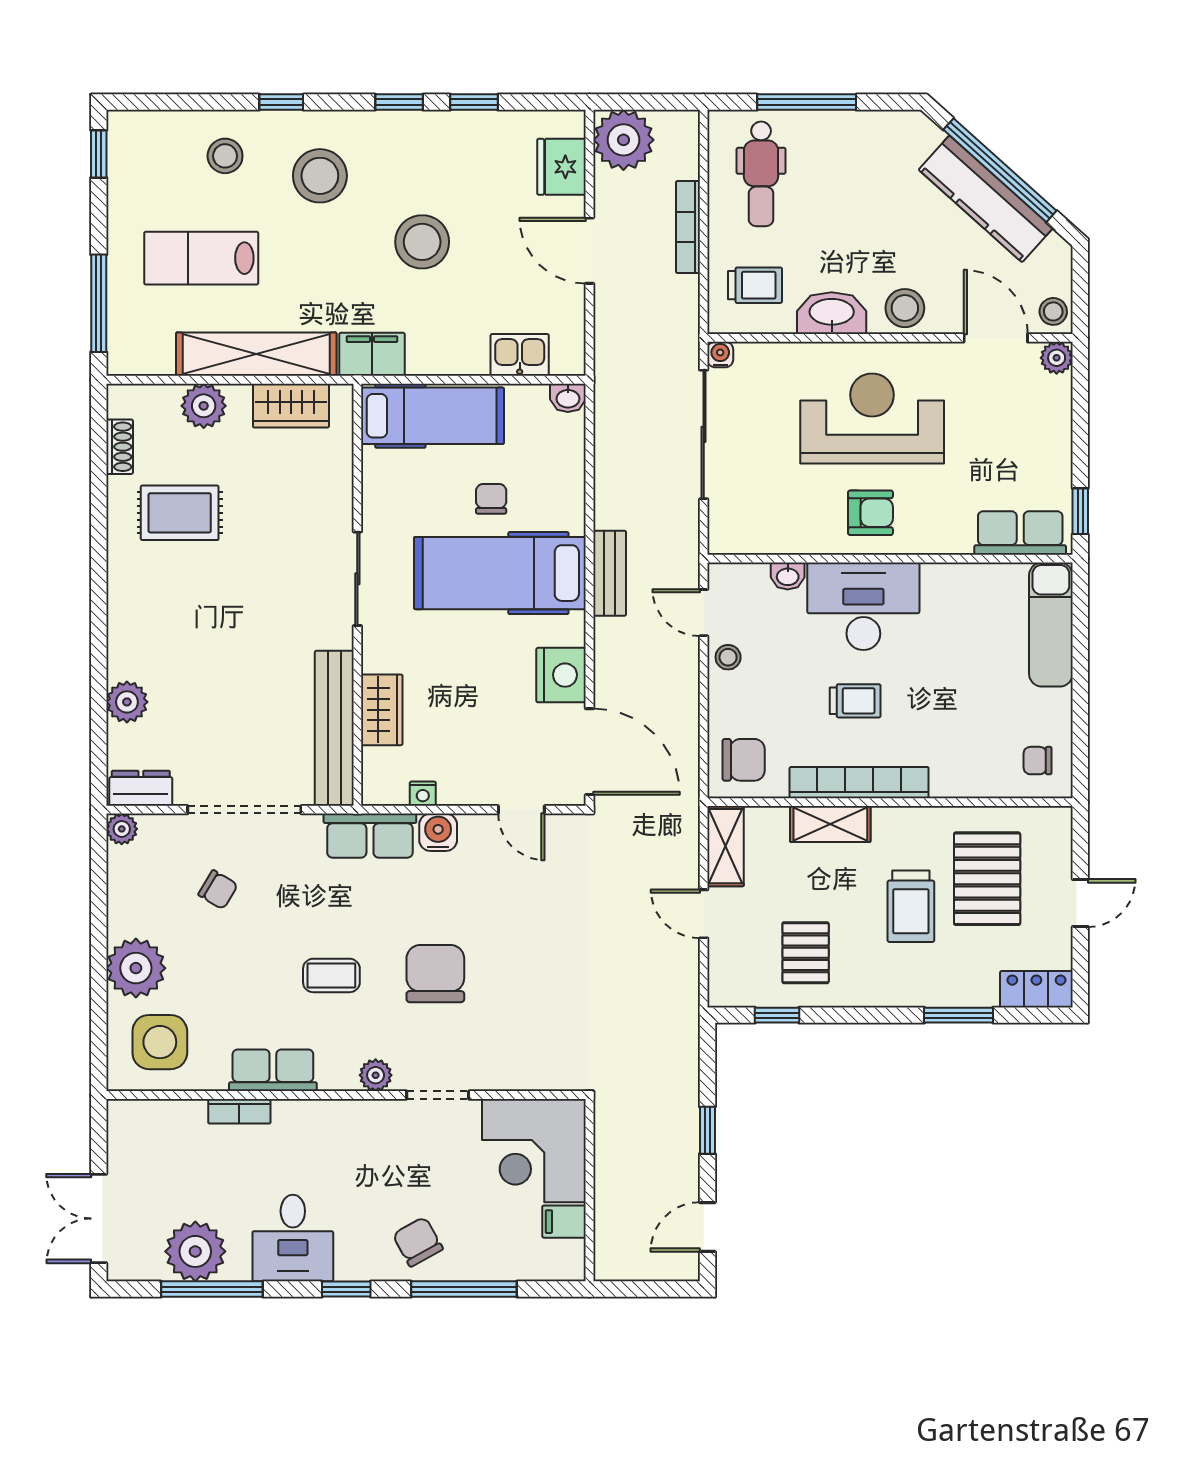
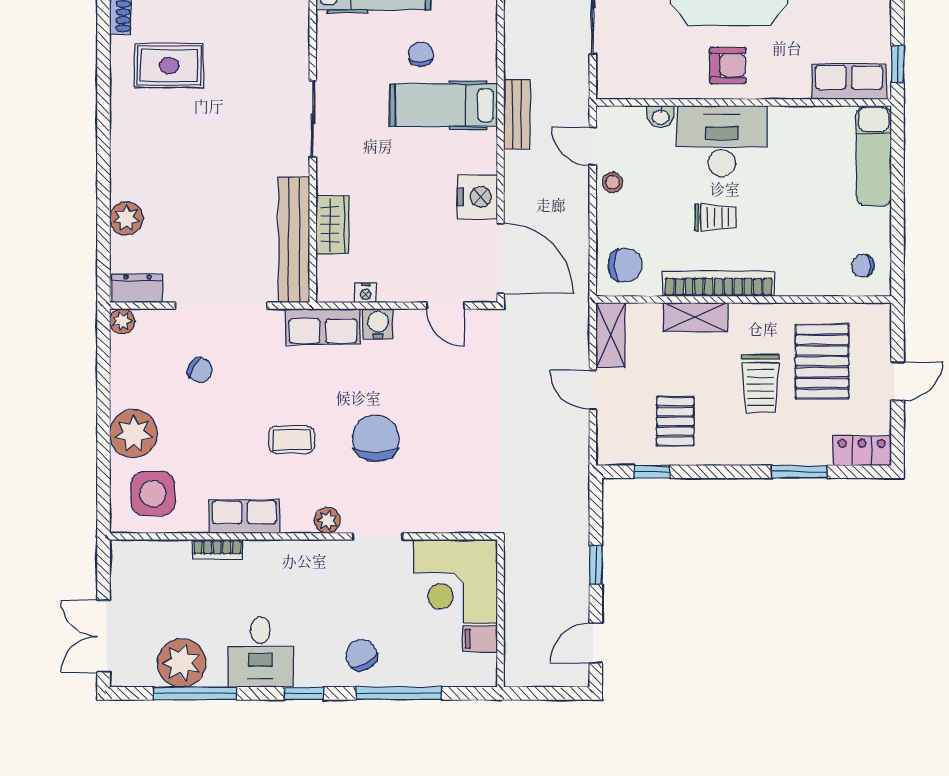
hospital bed: (500, 573) -> (444, 105), width x0.73, depth x0.78

